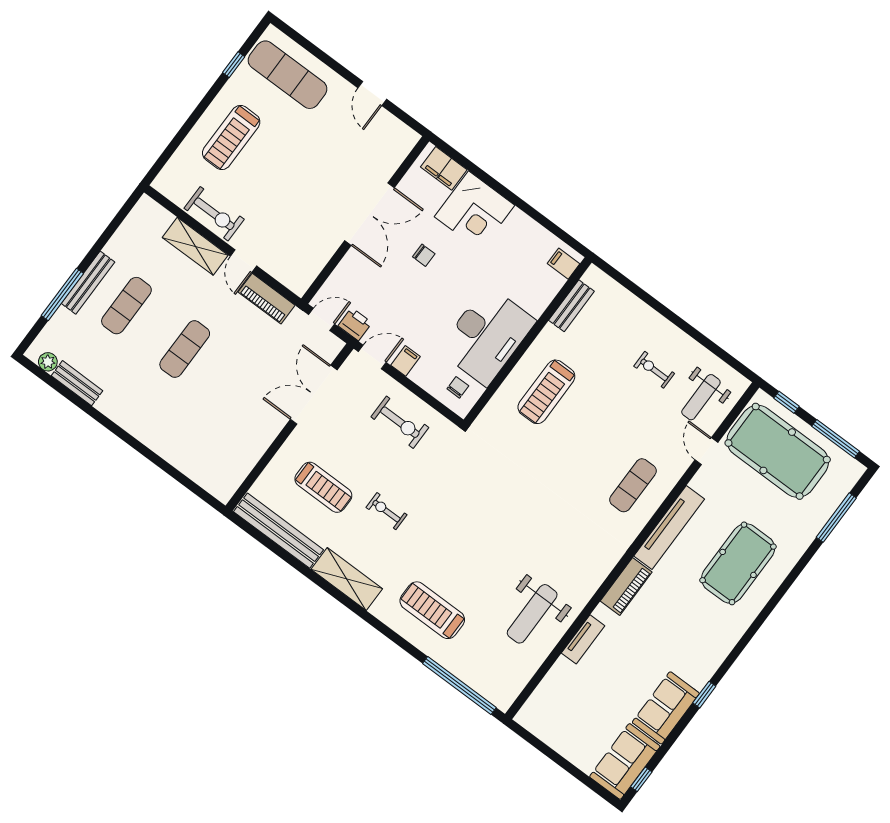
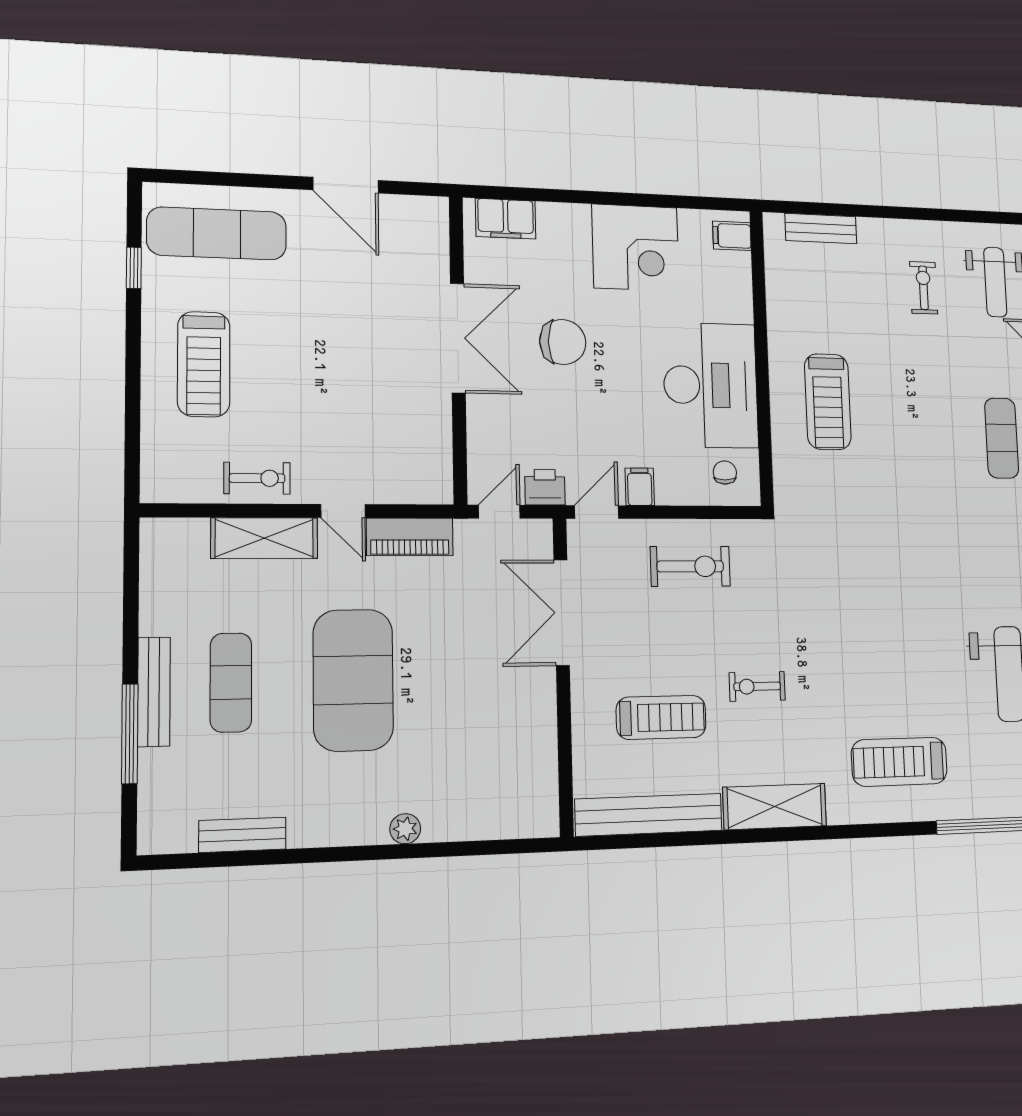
door: (372, 93) -> (346, 185), width x1.38
corner desk: (474, 211) -> (636, 248), moved
exercise bike: (214, 214) -> (257, 478), width x0.73, depth x0.72
chair: (424, 255) -> (563, 342), width x1.87, depth x1.87
bench: (571, 306) -> (821, 229), moved, turned 90
exercise mat: (185, 349) -> (353, 680), width x2.00, depth x1.45
plant: (48, 362) -> (405, 829), moved
exercise bike: (654, 370) -> (924, 288), turned 90

